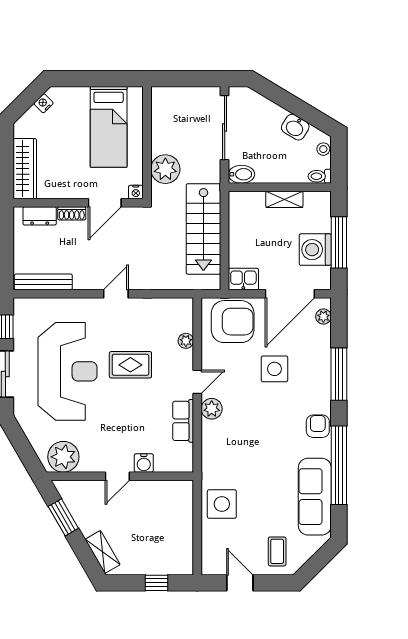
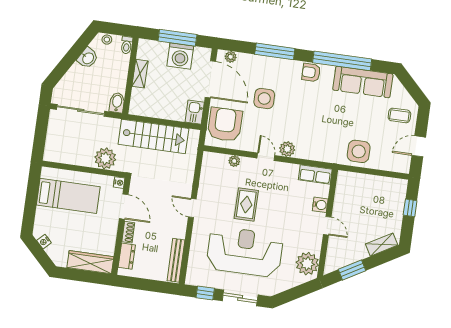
row of seats: (183, 421) -> (315, 174), moved

